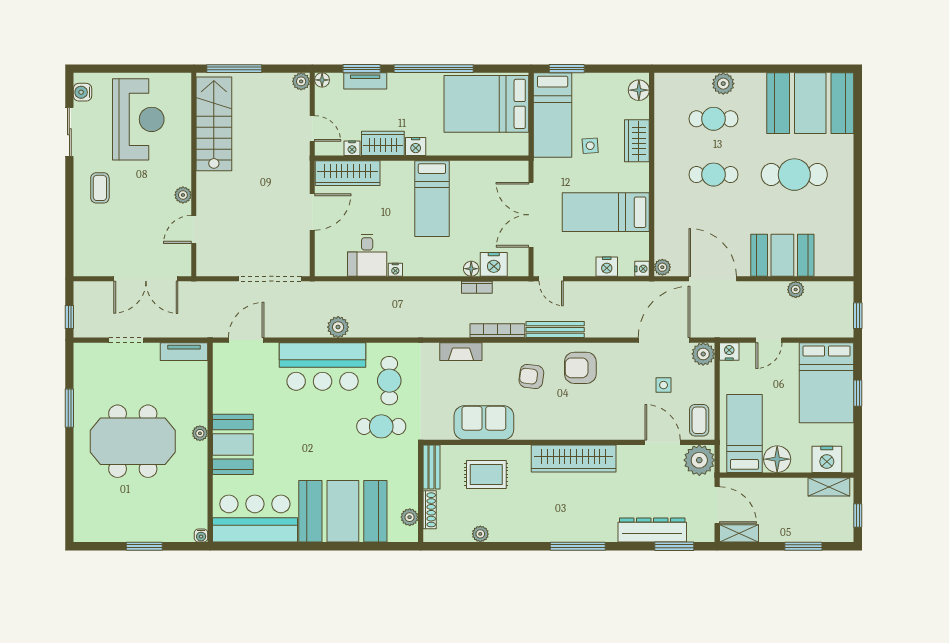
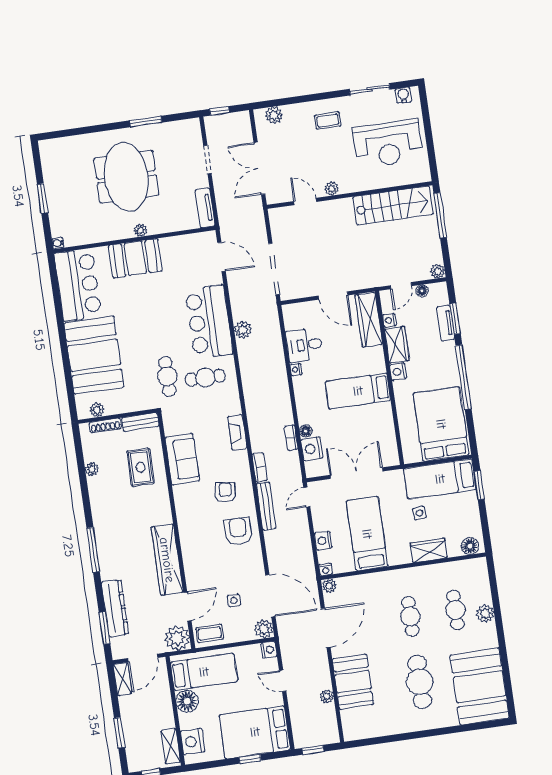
floor lamp: (322, 80) -> (422, 291), moved
plant: (84, 252) -> (274, 115), added
bookcase: (497, 331) -> (260, 467), width x0.64
wardrobe: (574, 458) -> (167, 560), moved

